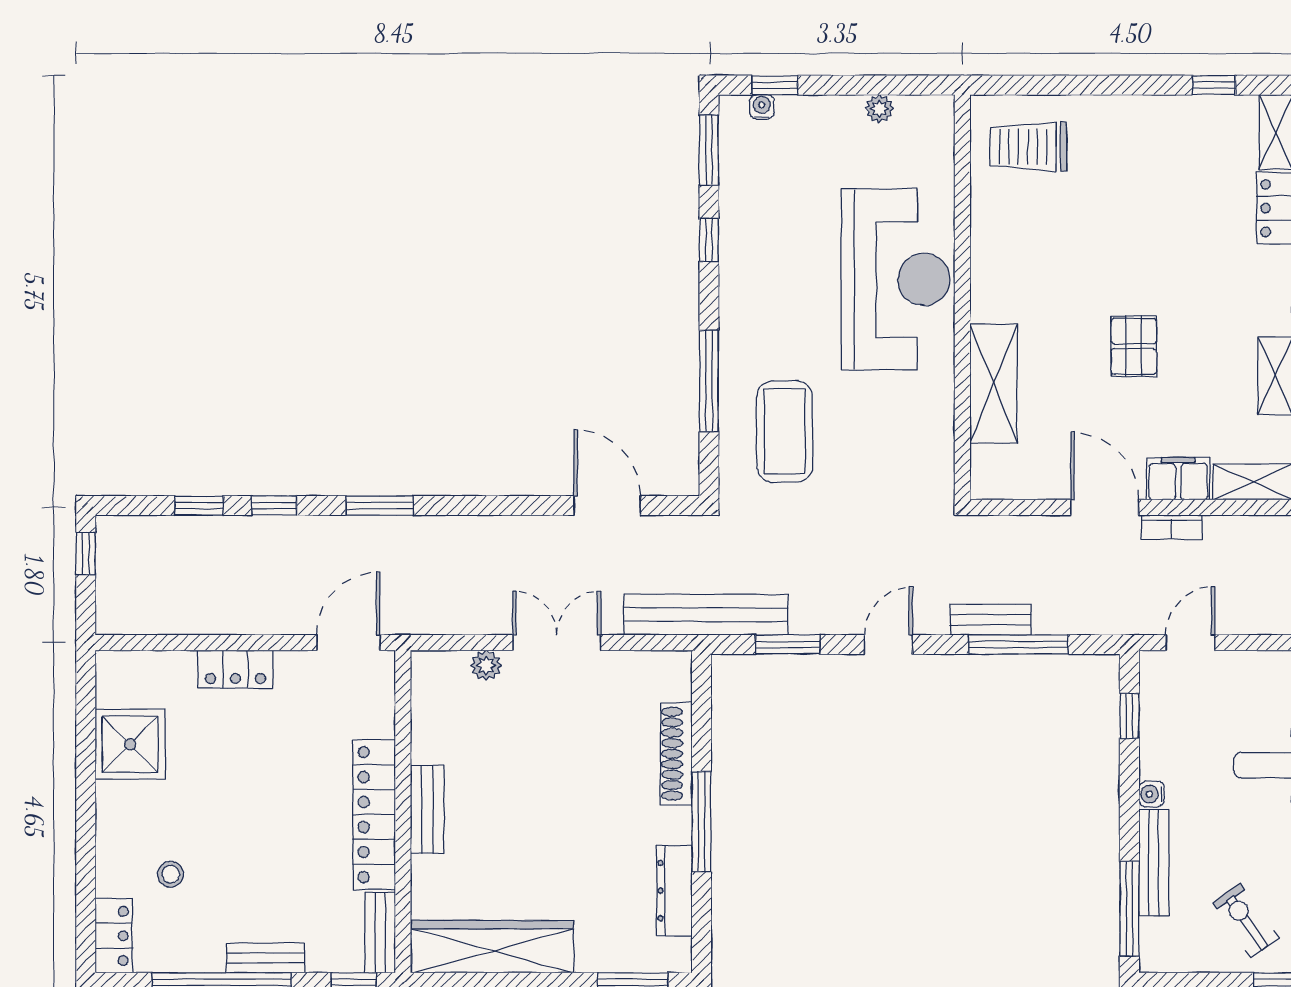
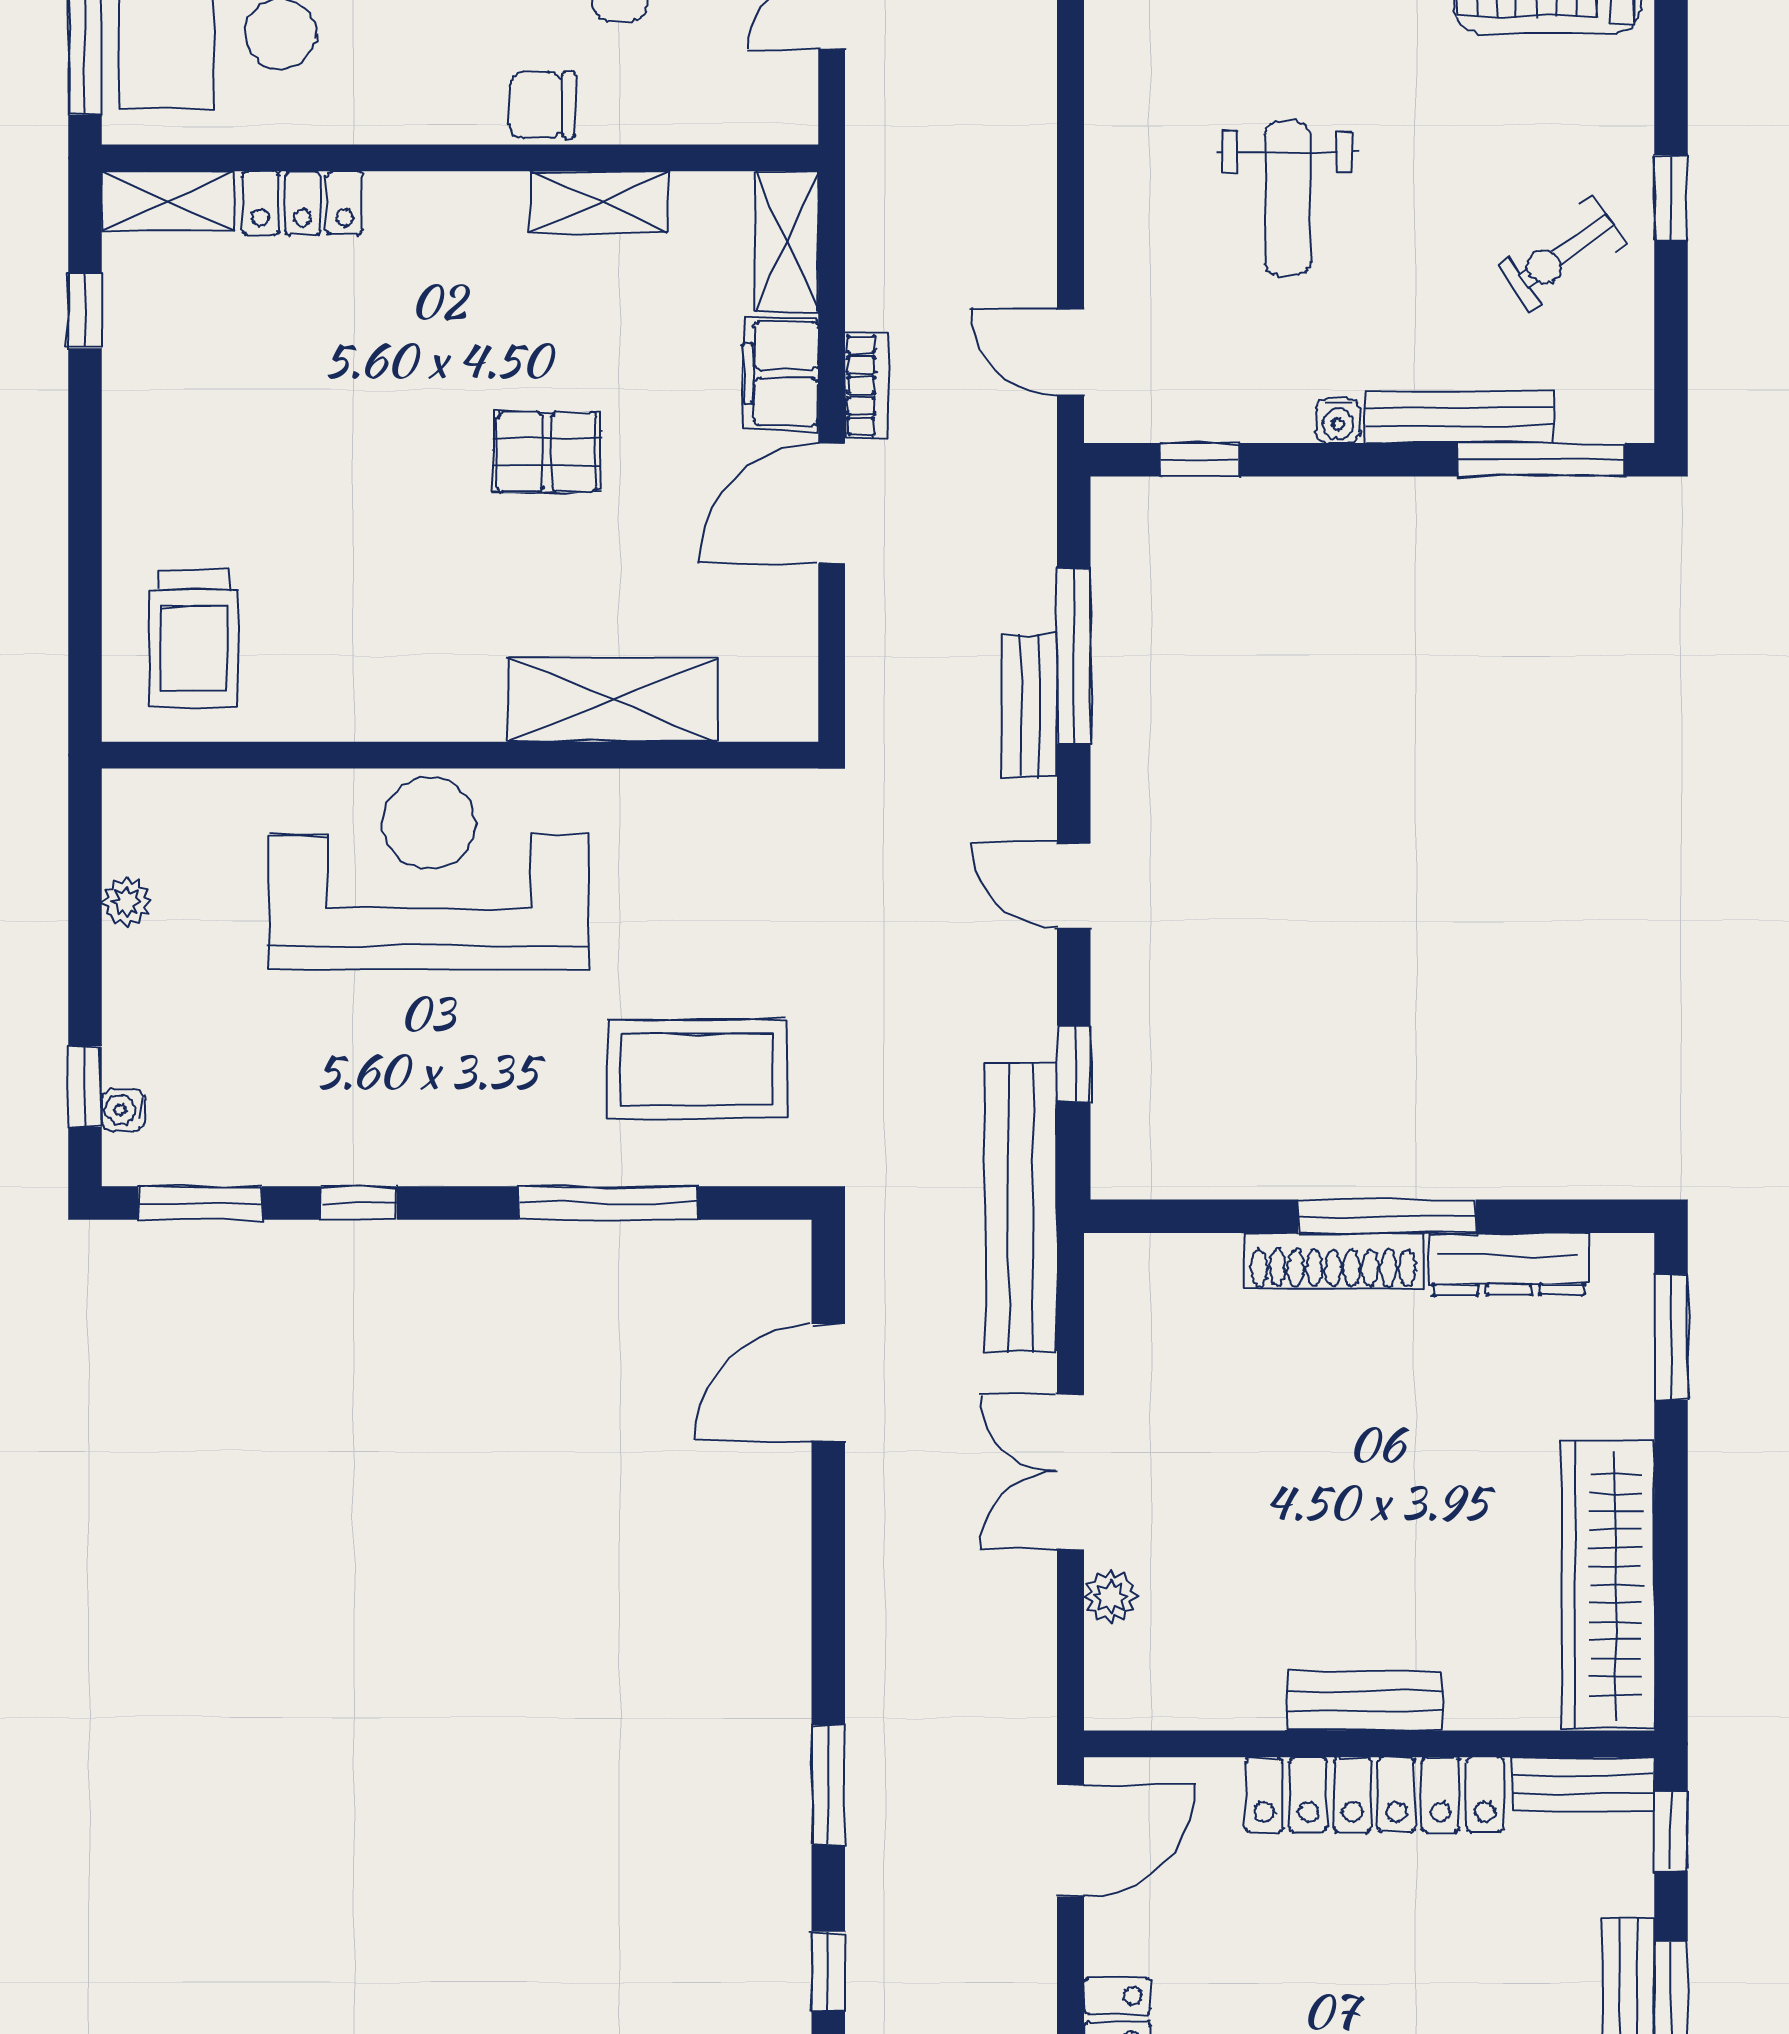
door: (348, 643) -> (1070, 1841), swing flipped
window: (788, 644) -> (1074, 1064), width x0.67
shoe rack: (676, 754) -> (1333, 1261), moved

